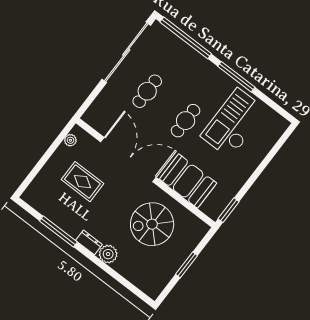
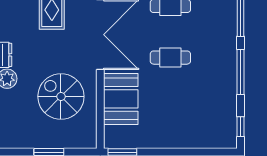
window: (277, 108) -> (240, 127), added
checkout: (234, 123) -> (200, 100), removed

